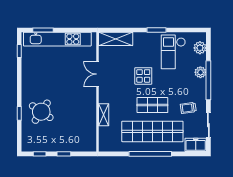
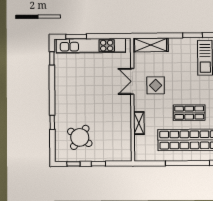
display table: (143, 76) -> (156, 85), moved
round table: (41, 112) -> (80, 137), moved

